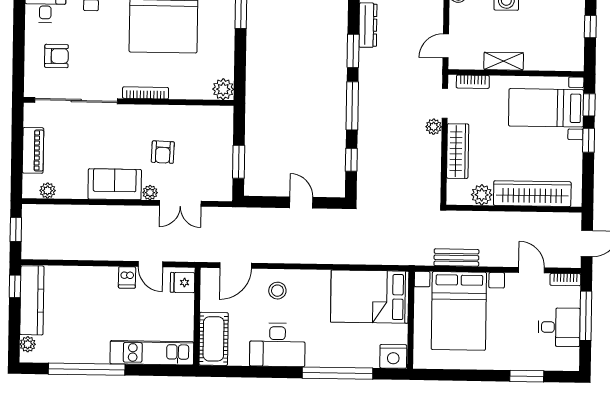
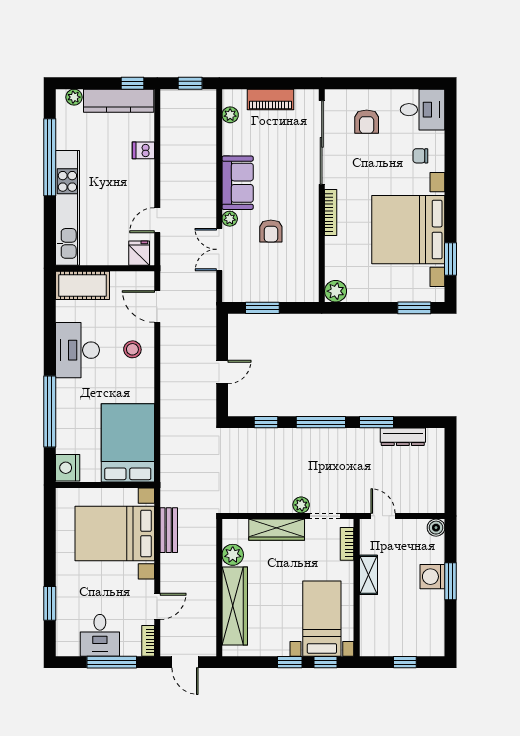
armchair: (163, 152) -> (271, 231), turned -92
dishwasher: (127, 277) -> (143, 150), moved
kitchen unit: (152, 353) -> (67, 208), width x1.36

